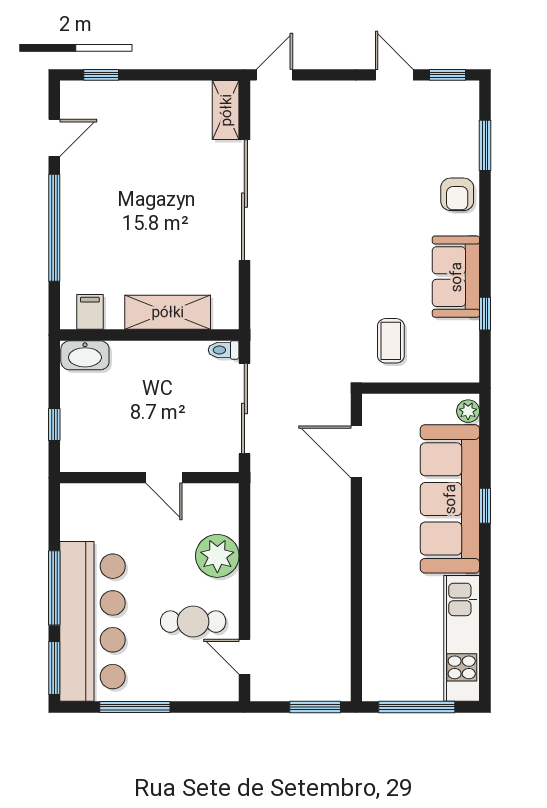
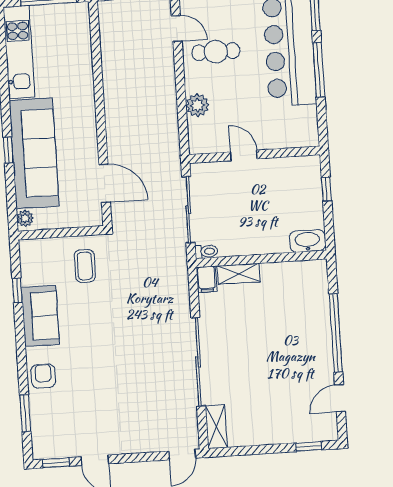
filing cabinet: (90, 312) -> (207, 279), moved
shelving: (168, 312) -> (238, 274), width x0.67, depth x0.75
plant: (217, 556) -> (197, 105), width x0.73, depth x0.73

